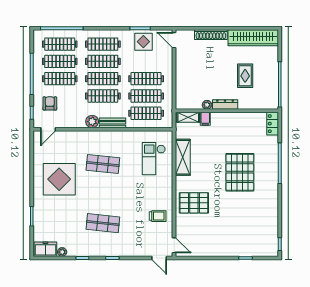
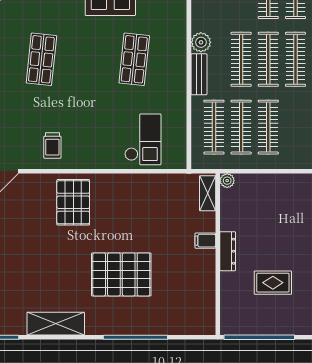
plant: (207, 105) -> (227, 181), moved
filing cabinet: (205, 119) -> (205, 241), moved
locker: (273, 124) -> (198, 326), removed
shelving: (183, 157) -> (56, 324), moved
checkout: (154, 159) -> (143, 139), turned 90

